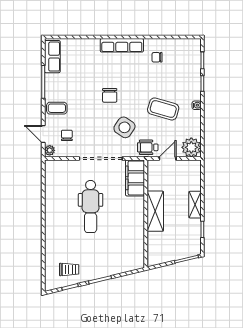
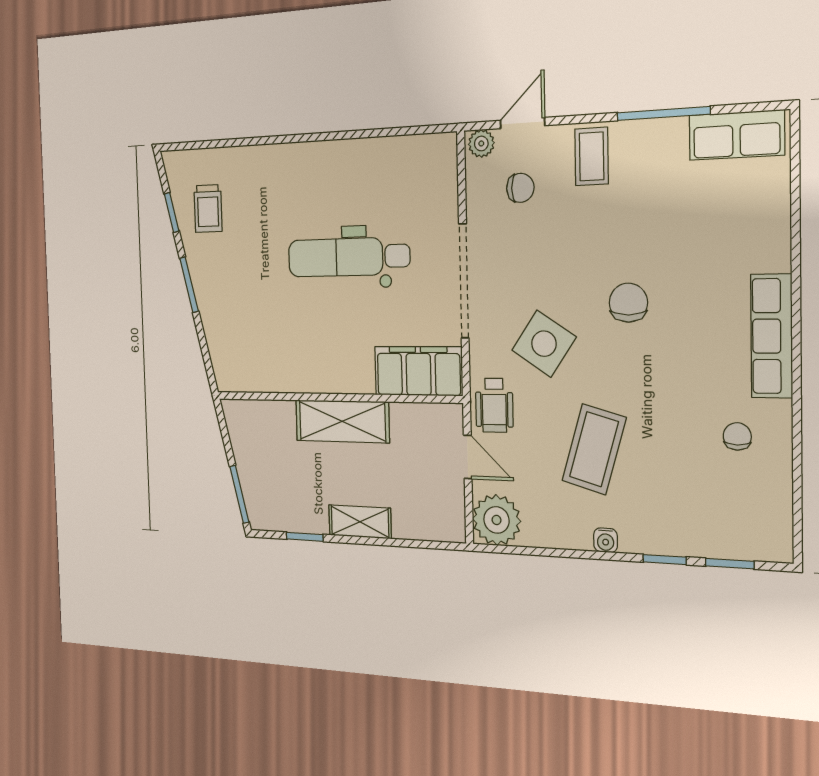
chair: (110, 95) -> (628, 303), turned 90
wheelchair: (148, 147) -> (494, 405), turned 180

